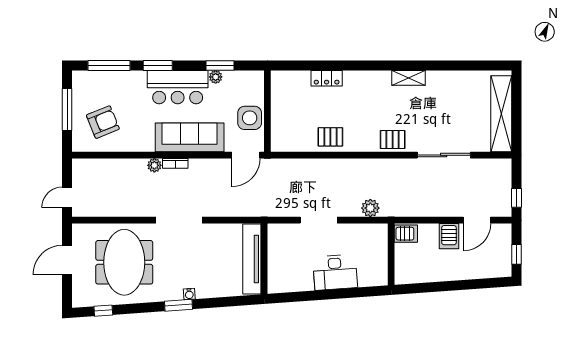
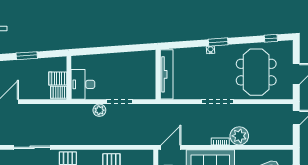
plant: (154, 165) -> (239, 136), width x1.87, depth x1.87
plant: (370, 208) -> (99, 110), moved
server rack: (449, 236) -> (58, 79), moved, turned -90
desk: (335, 272) -> (83, 84), moved, turned -86
window: (451, 286) -> (27, 56), added

